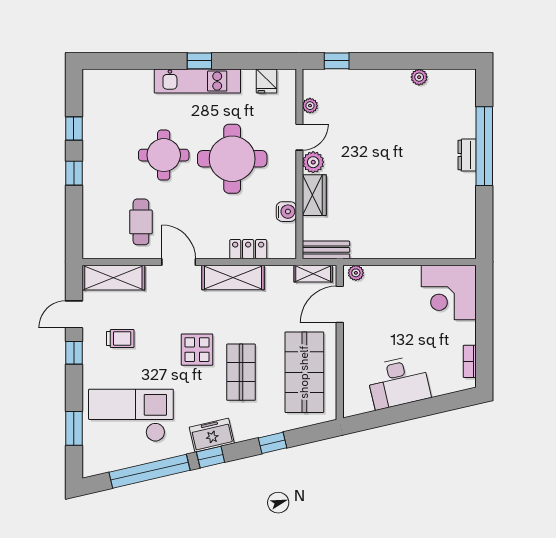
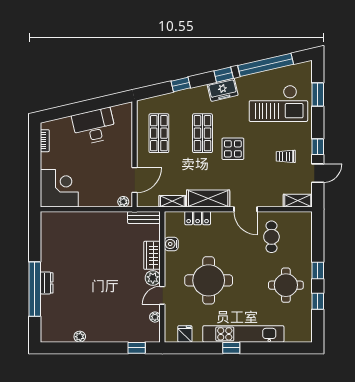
kitchen unit: (197, 81) -> (243, 334), width x1.36
round table: (164, 155) -> (286, 285), moved
shelving: (313, 274) -> (172, 201), moved
shelving: (113, 278) -> (298, 201), width x0.67, depth x0.75
shop shelf: (304, 372) -> (159, 133), width x0.70, depth x0.74

